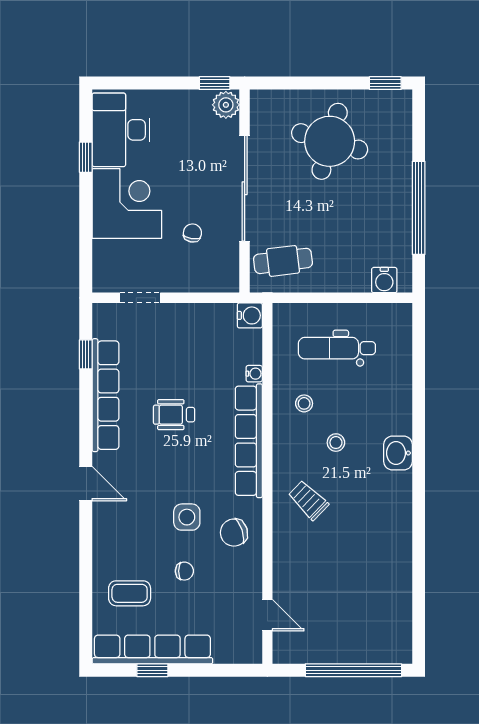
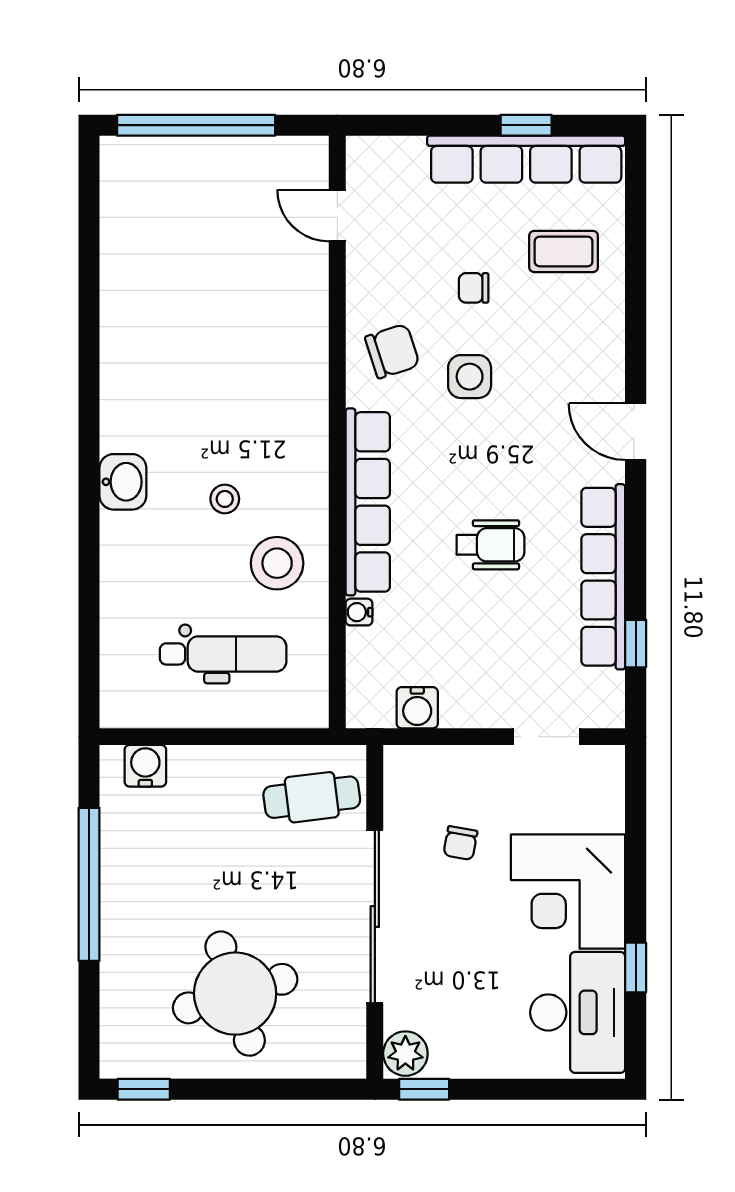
round table: (330, 141) -> (235, 994), turned -33
water cooler: (250, 315) -> (417, 708), moved, turned -90
stool: (304, 403) -> (277, 563), width x1.89, depth x1.89
trolley: (308, 500) -> (270, 404), removed

